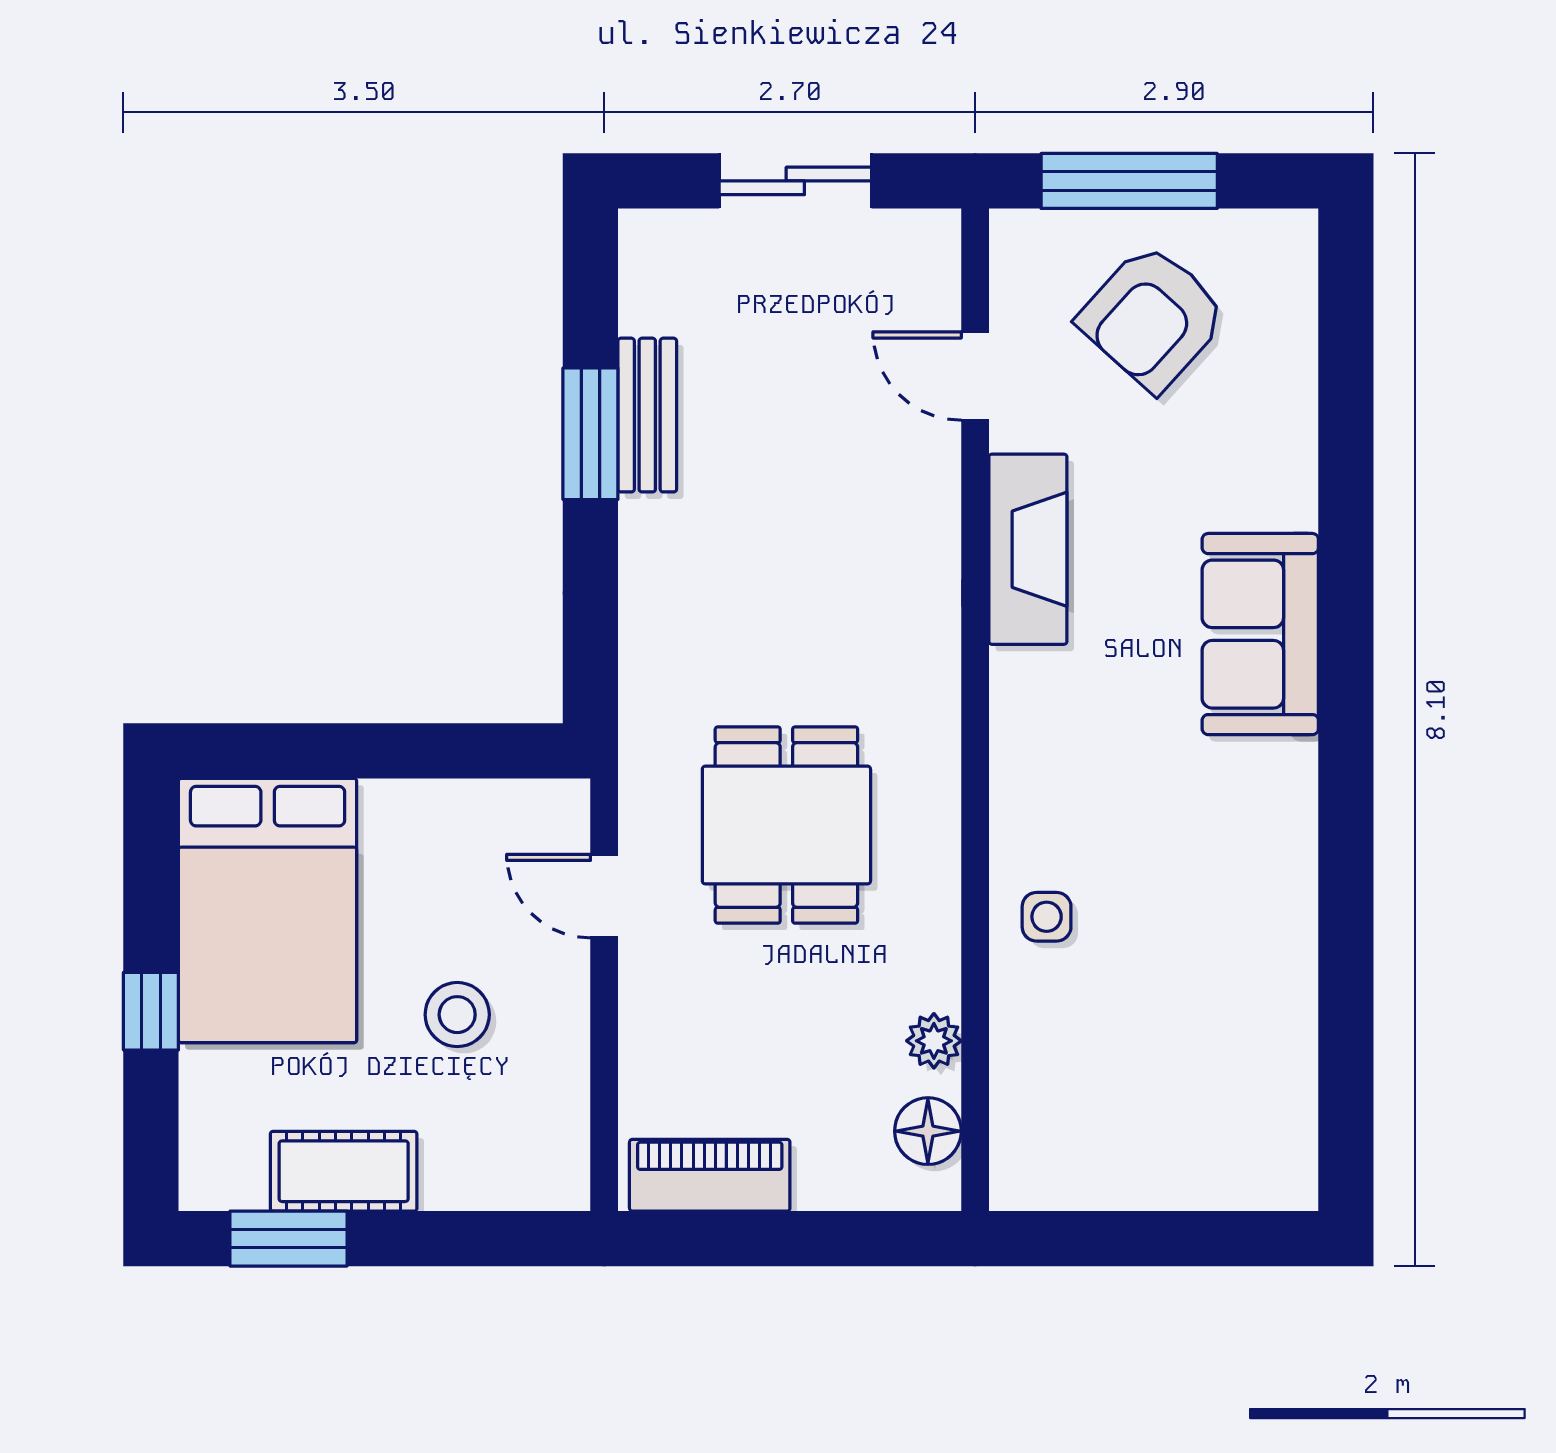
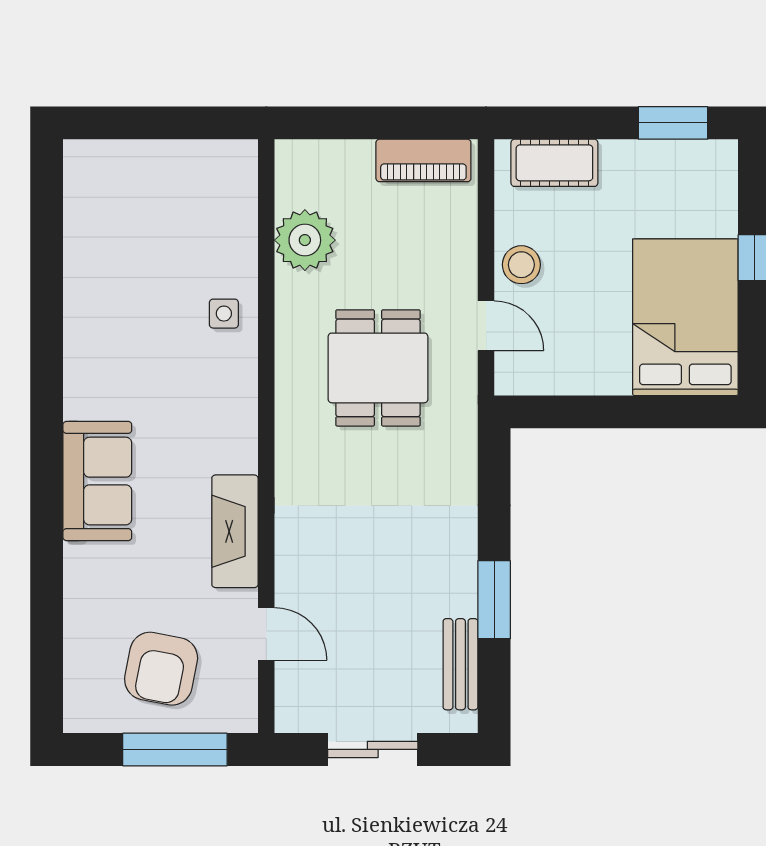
armchair: (1153, 317) -> (161, 669), turned 149
bench: (647, 415) -> (460, 664), moved
stool: (457, 1015) -> (521, 265), moved
plant: (934, 1041) -> (305, 240), width x1.87, depth x1.87
floor lamp: (928, 1131) -> (294, 187), removed
cot: (344, 1171) -> (554, 163), moved

